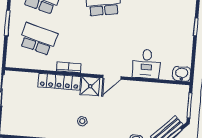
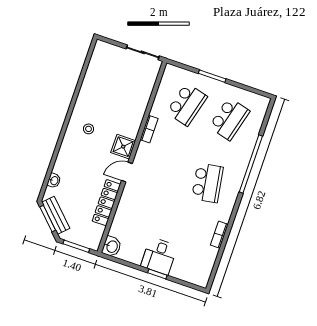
desk: (146, 64) -> (159, 256), moved, turned -90
door: (112, 77) -> (127, 172), hinge flipped
locker: (59, 82) -> (106, 203), moved

